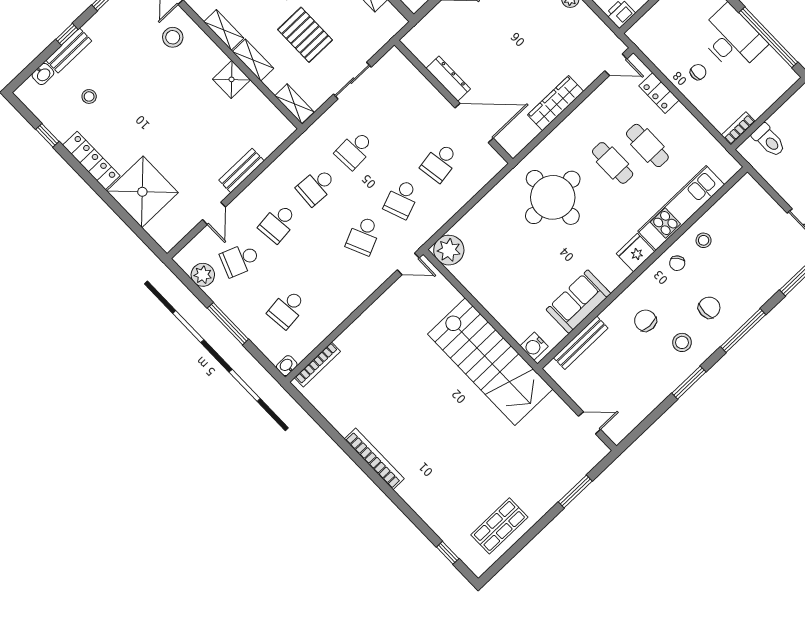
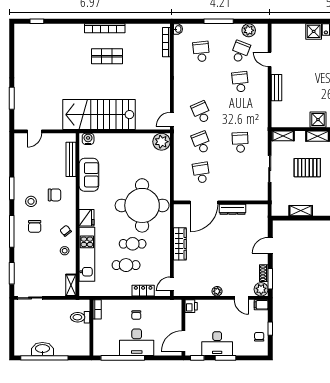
school desk: (316, 186) -> (240, 112), removed
shelving: (740, 191) -> (71, 285), added
shower: (142, 192) -> (314, 31), width x0.54, depth x0.54
round table: (553, 197) -> (142, 205), width x1.36, depth x1.36
shop shelf: (499, 526) -> (107, 56), moved, turned 90

